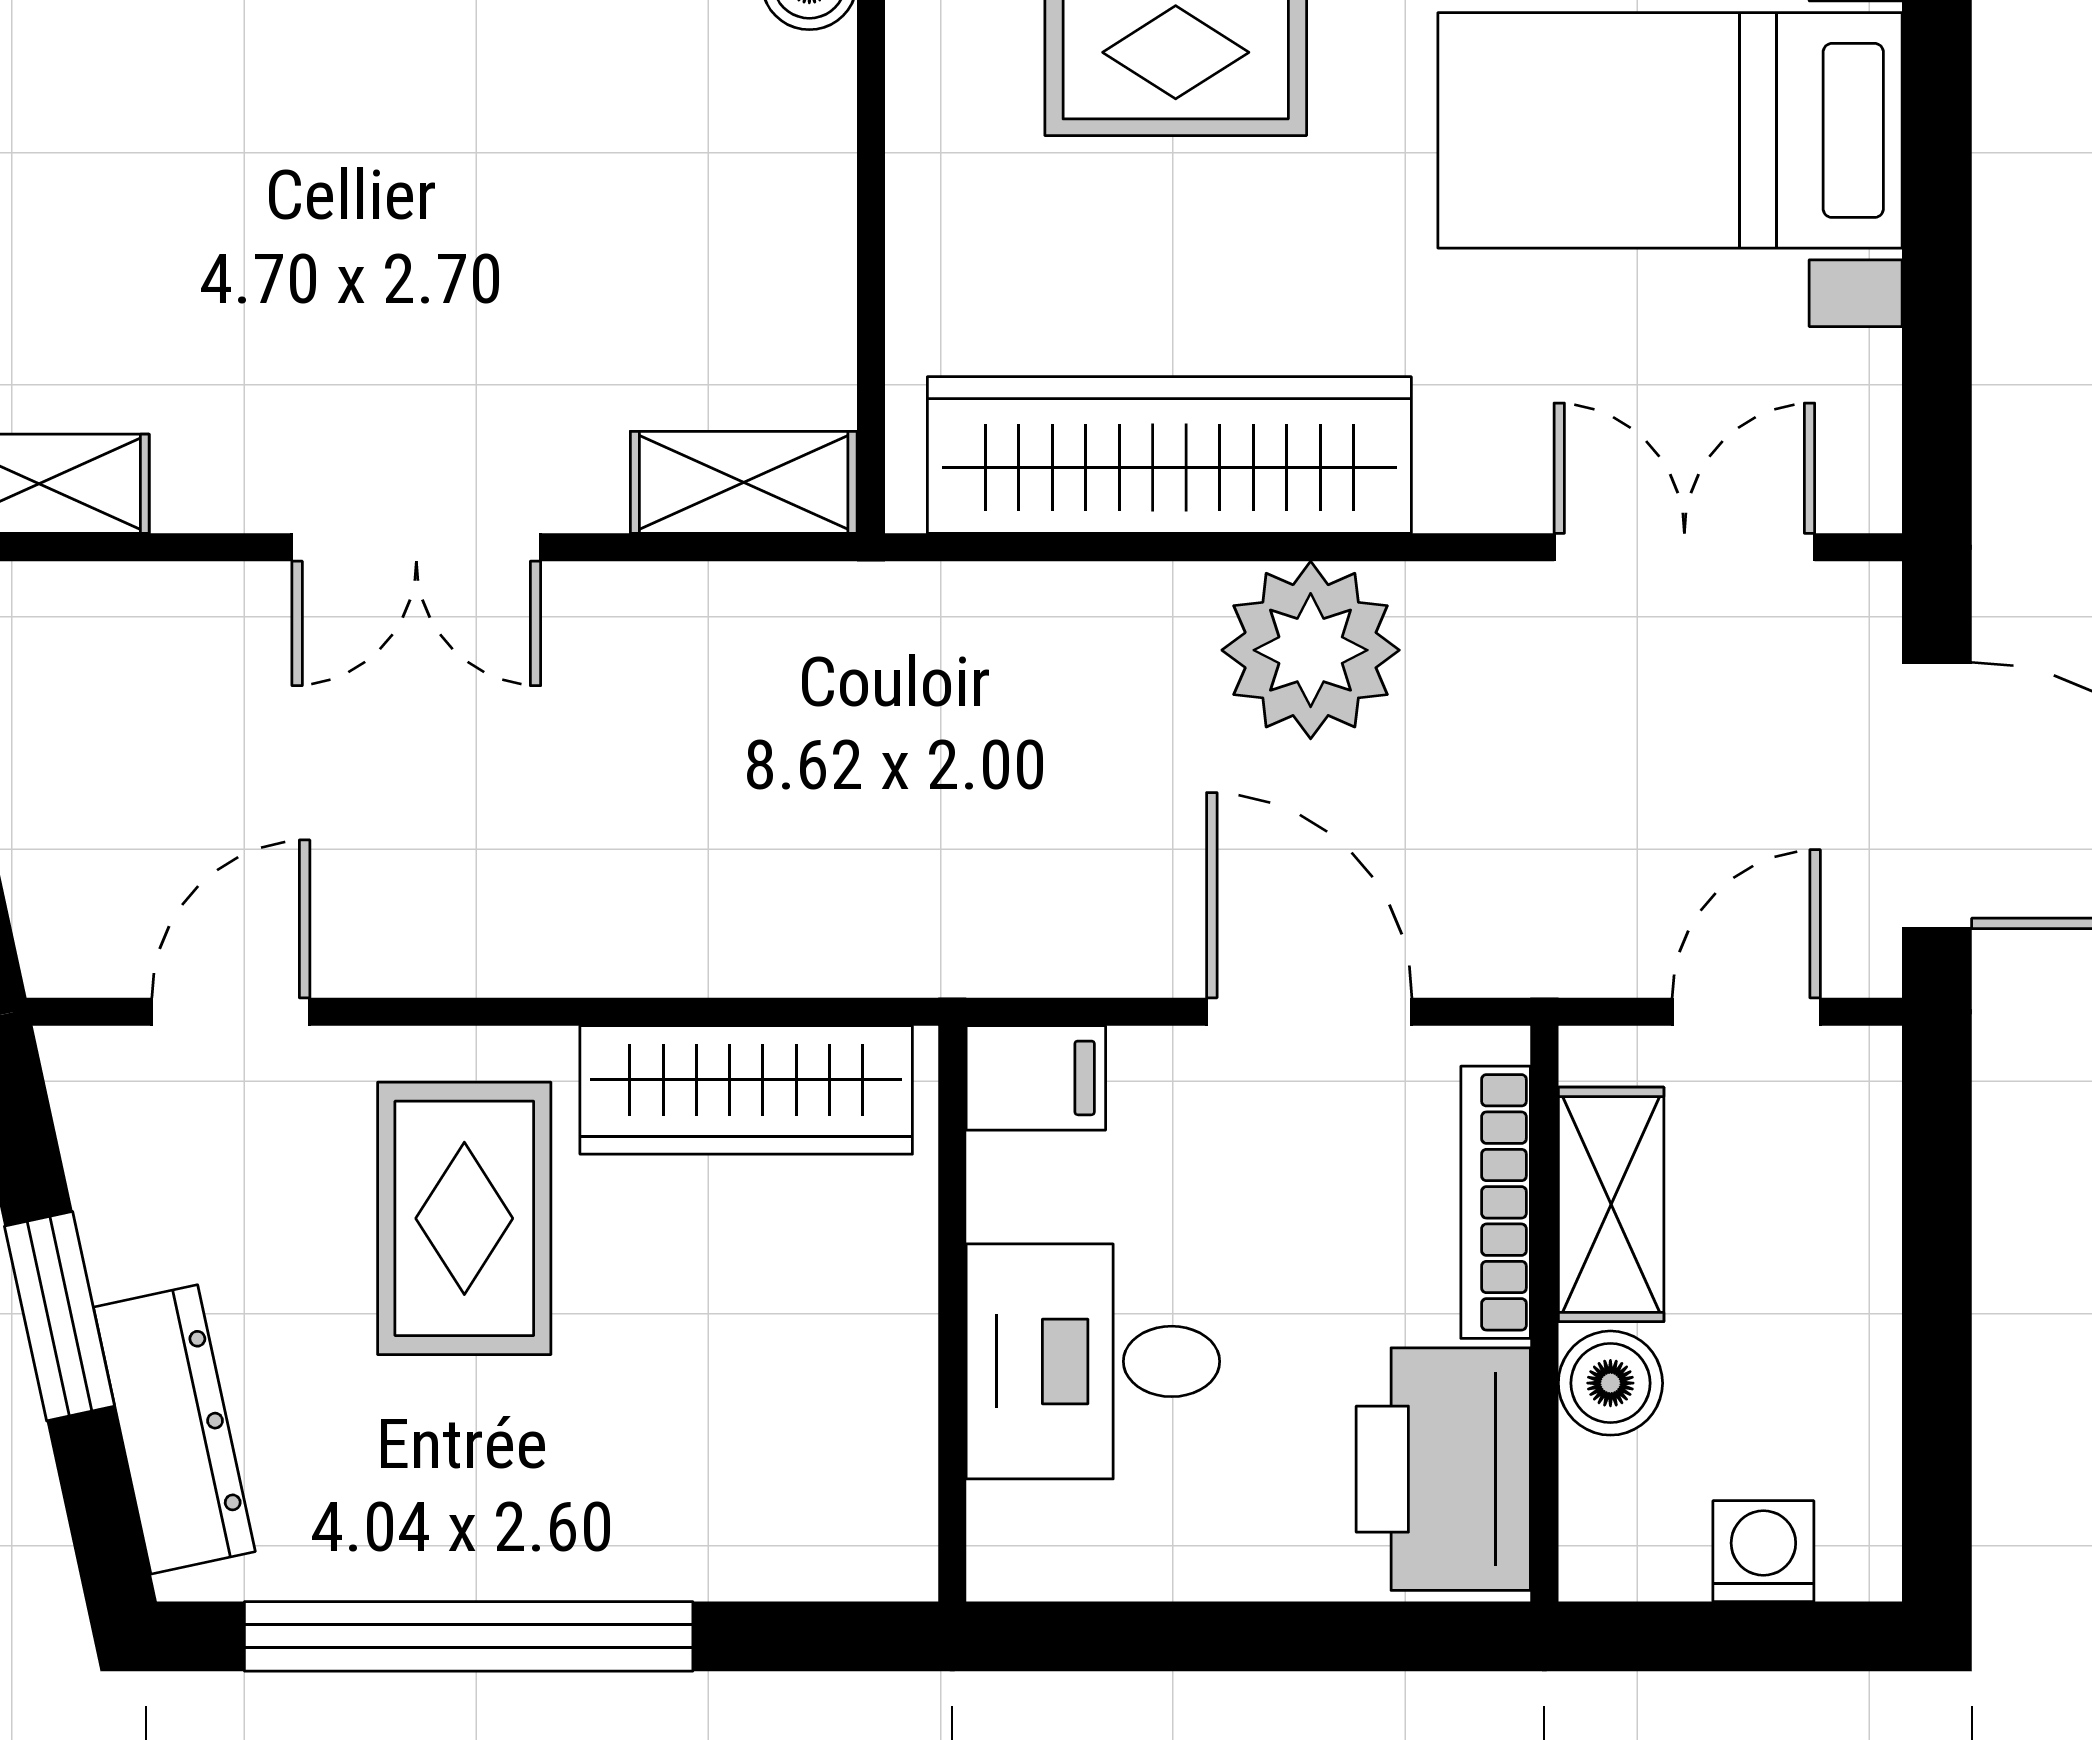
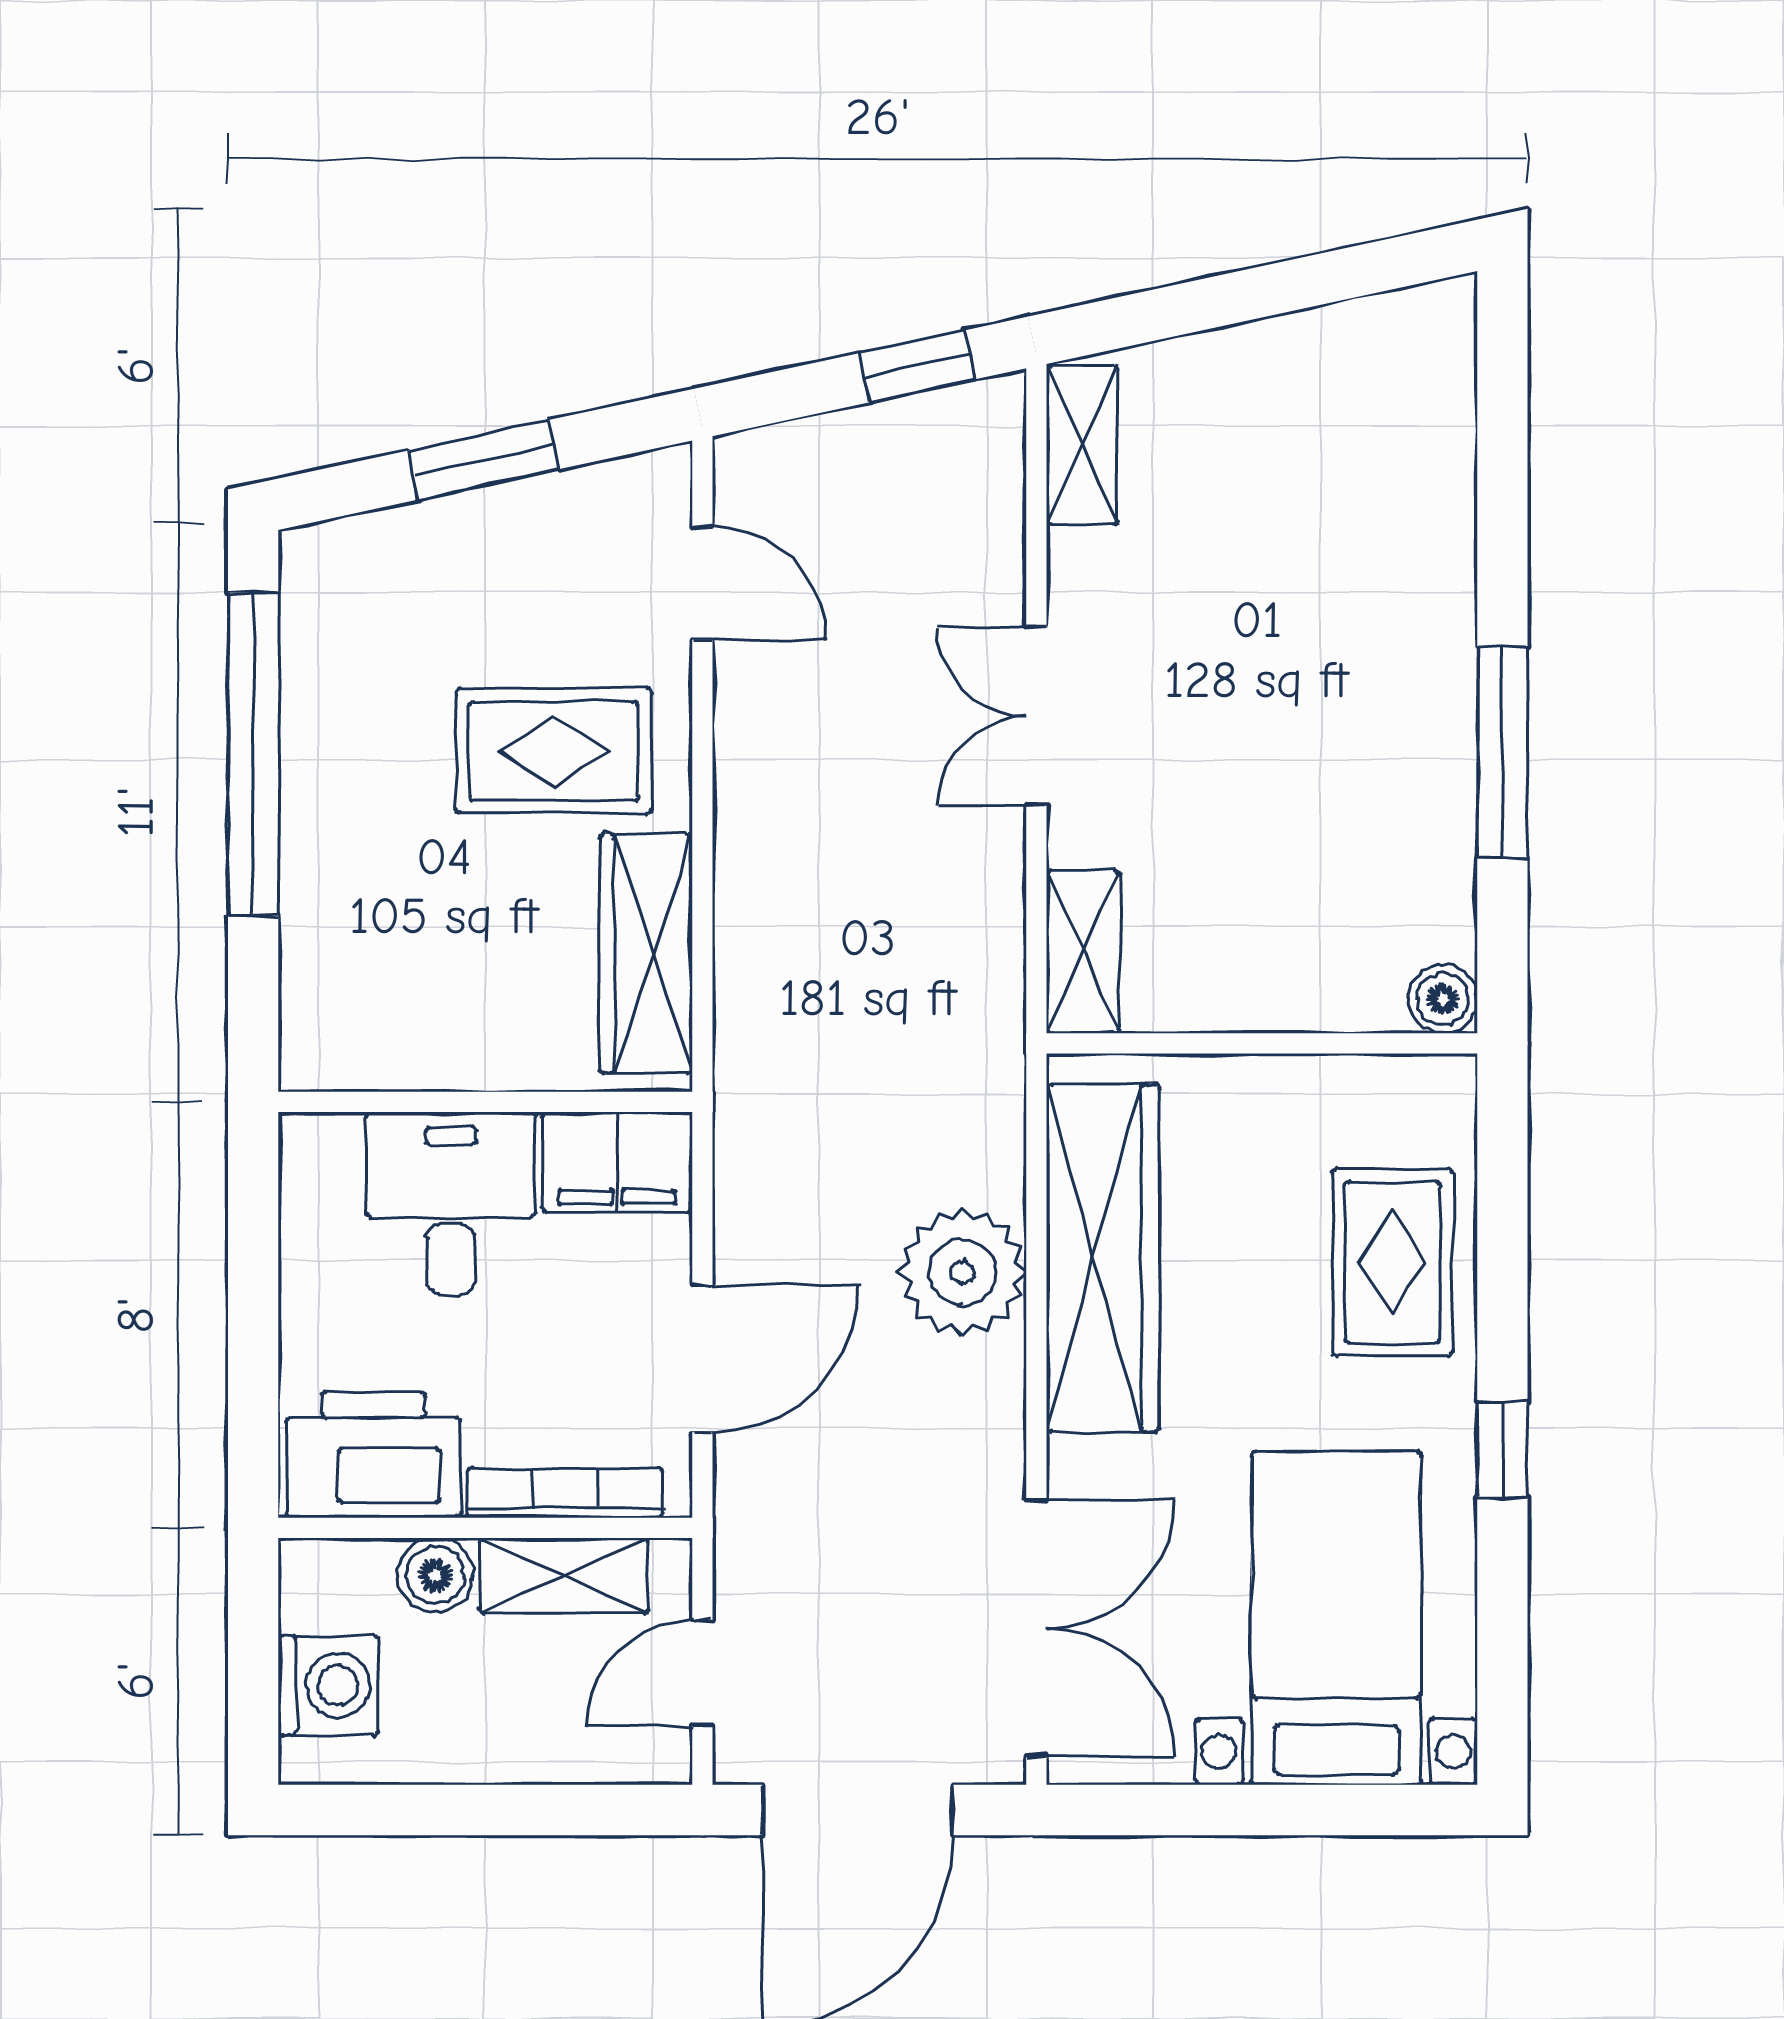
double door: (1684, 547) -> (1036, 1628), width x1.37
plant: (1311, 650) -> (962, 1272), moved
door: (1746, 1012) -> (702, 1673), swing flipped
filing cabinet: (1036, 1078) -> (617, 1162), width x2.00
dresser: (174, 1429) -> (402, 542), removed
washing machine: (1763, 1551) -> (328, 1685), width x1.38, depth x1.38

